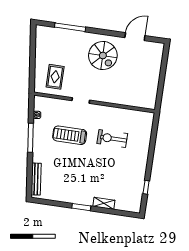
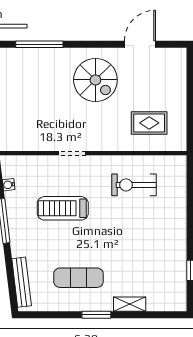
rug: (55, 77) -> (149, 123), moved, turned 90
exercise bike: (112, 138) -> (134, 185), moved
exercise mat: (73, 181) -> (78, 278), added

